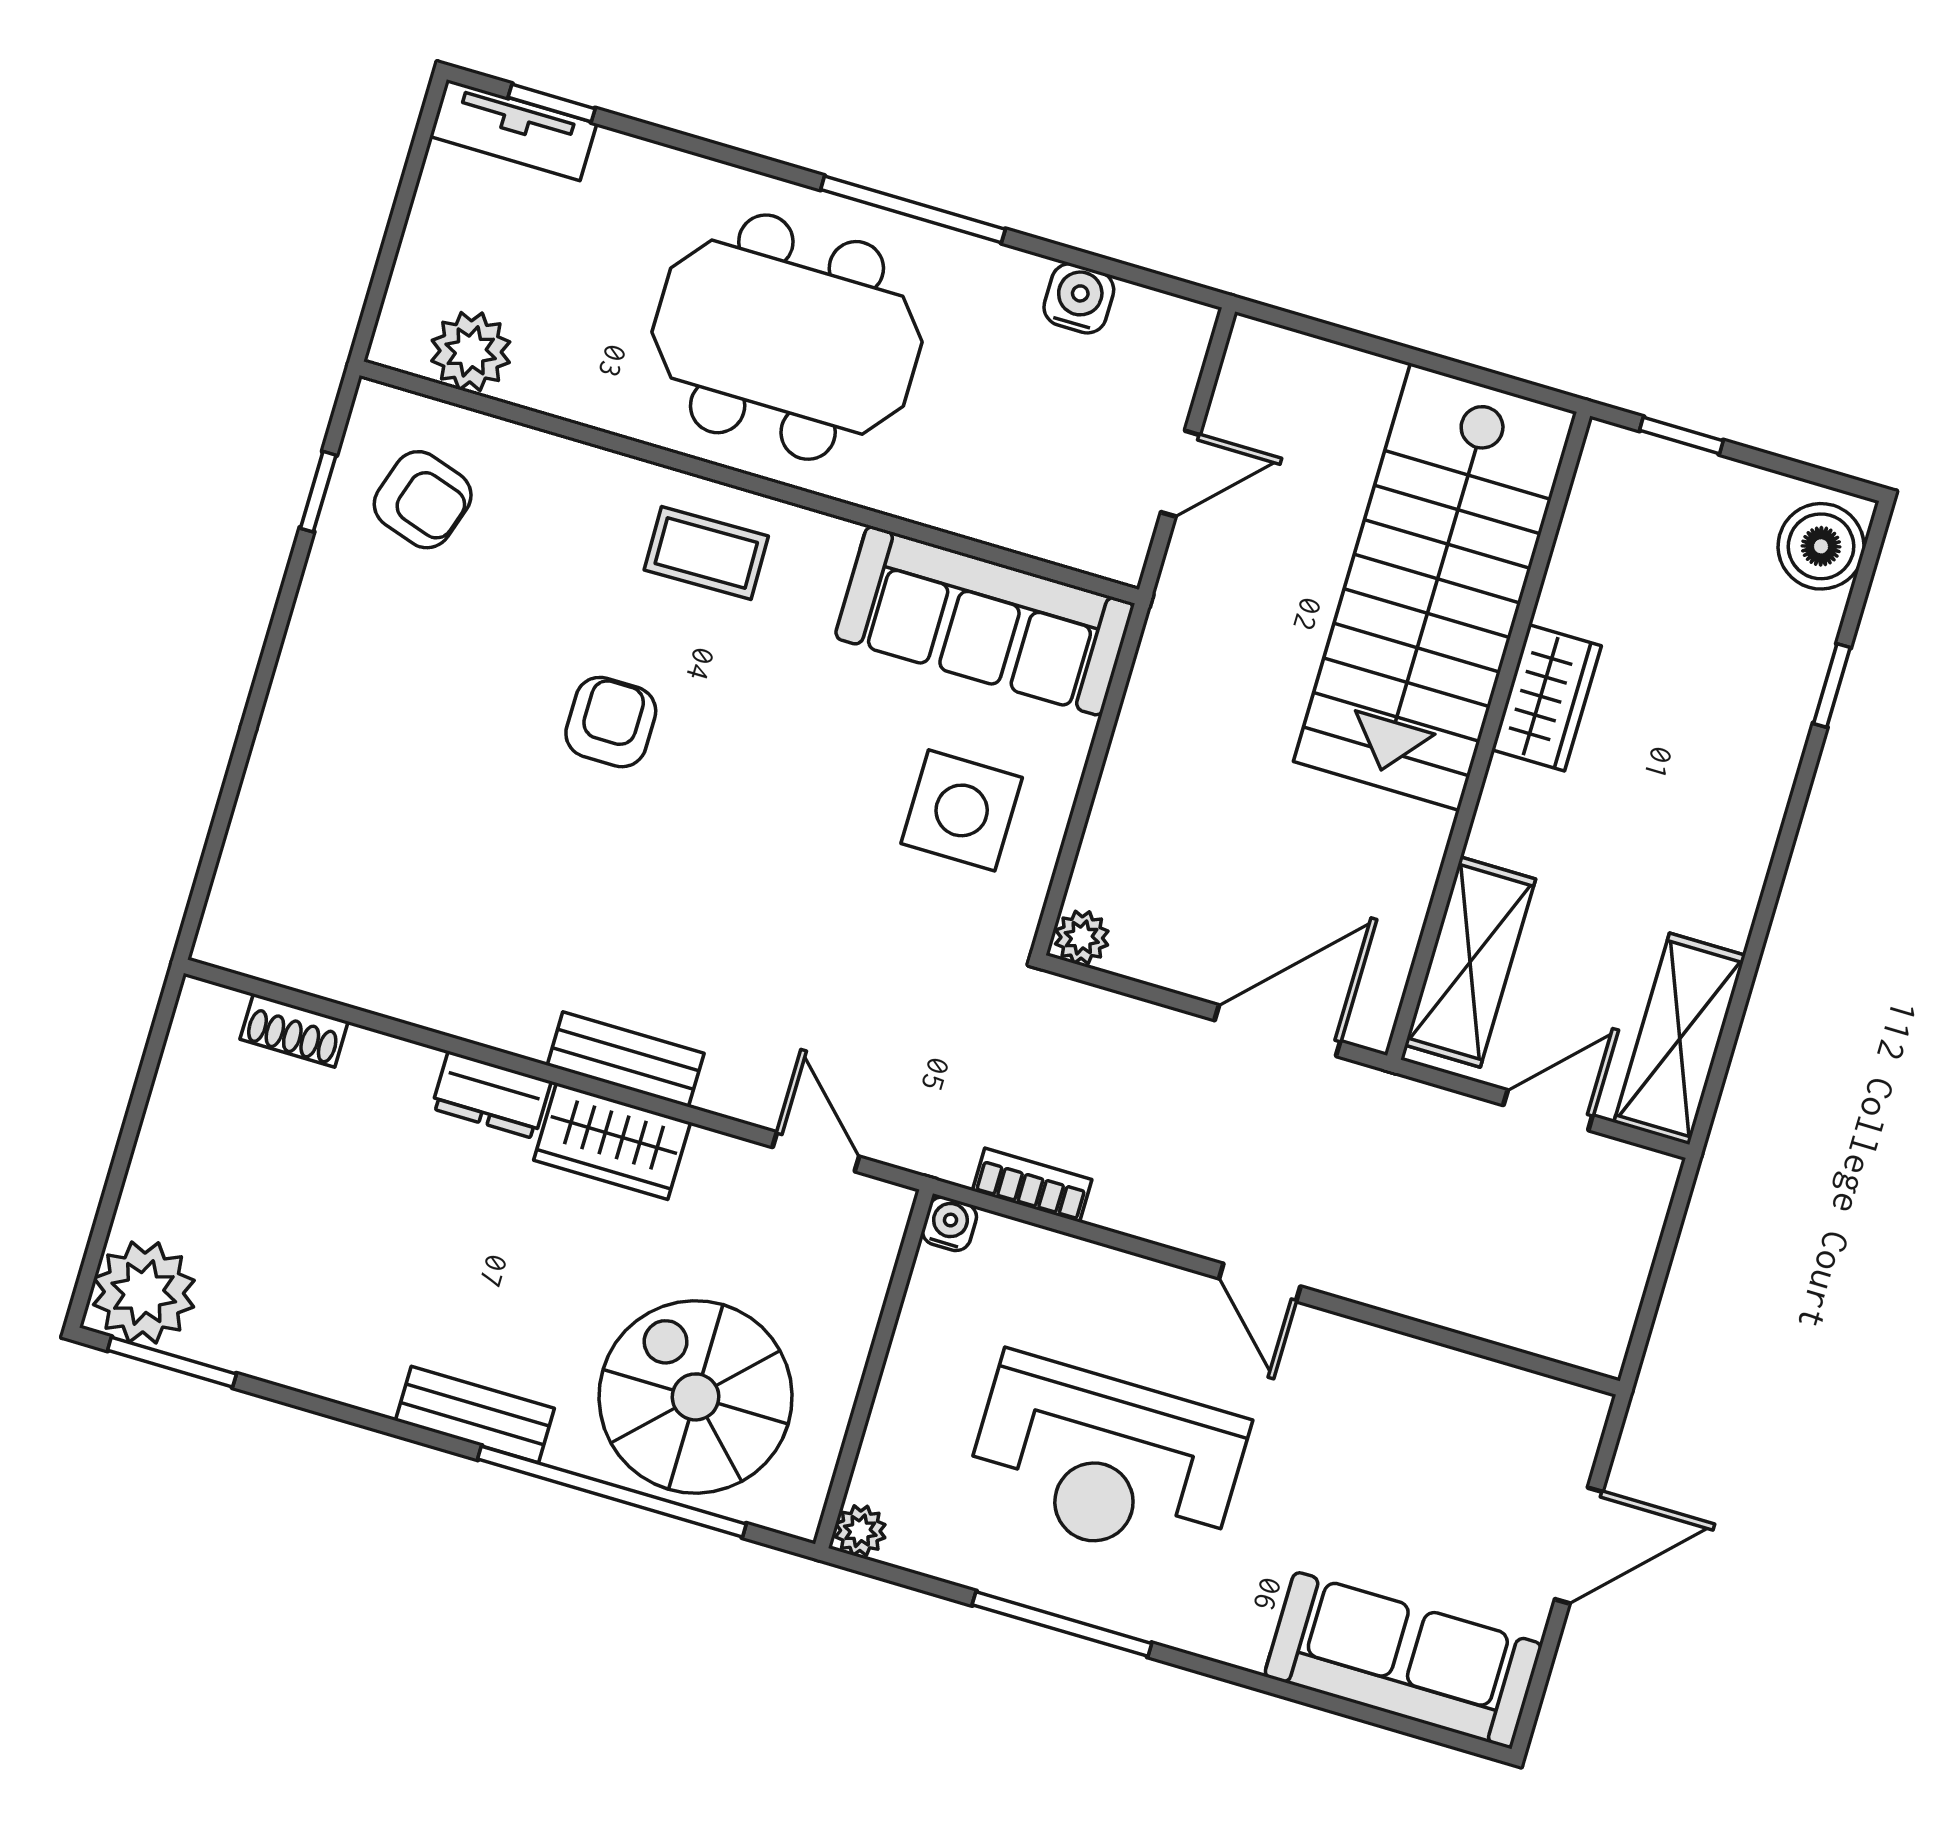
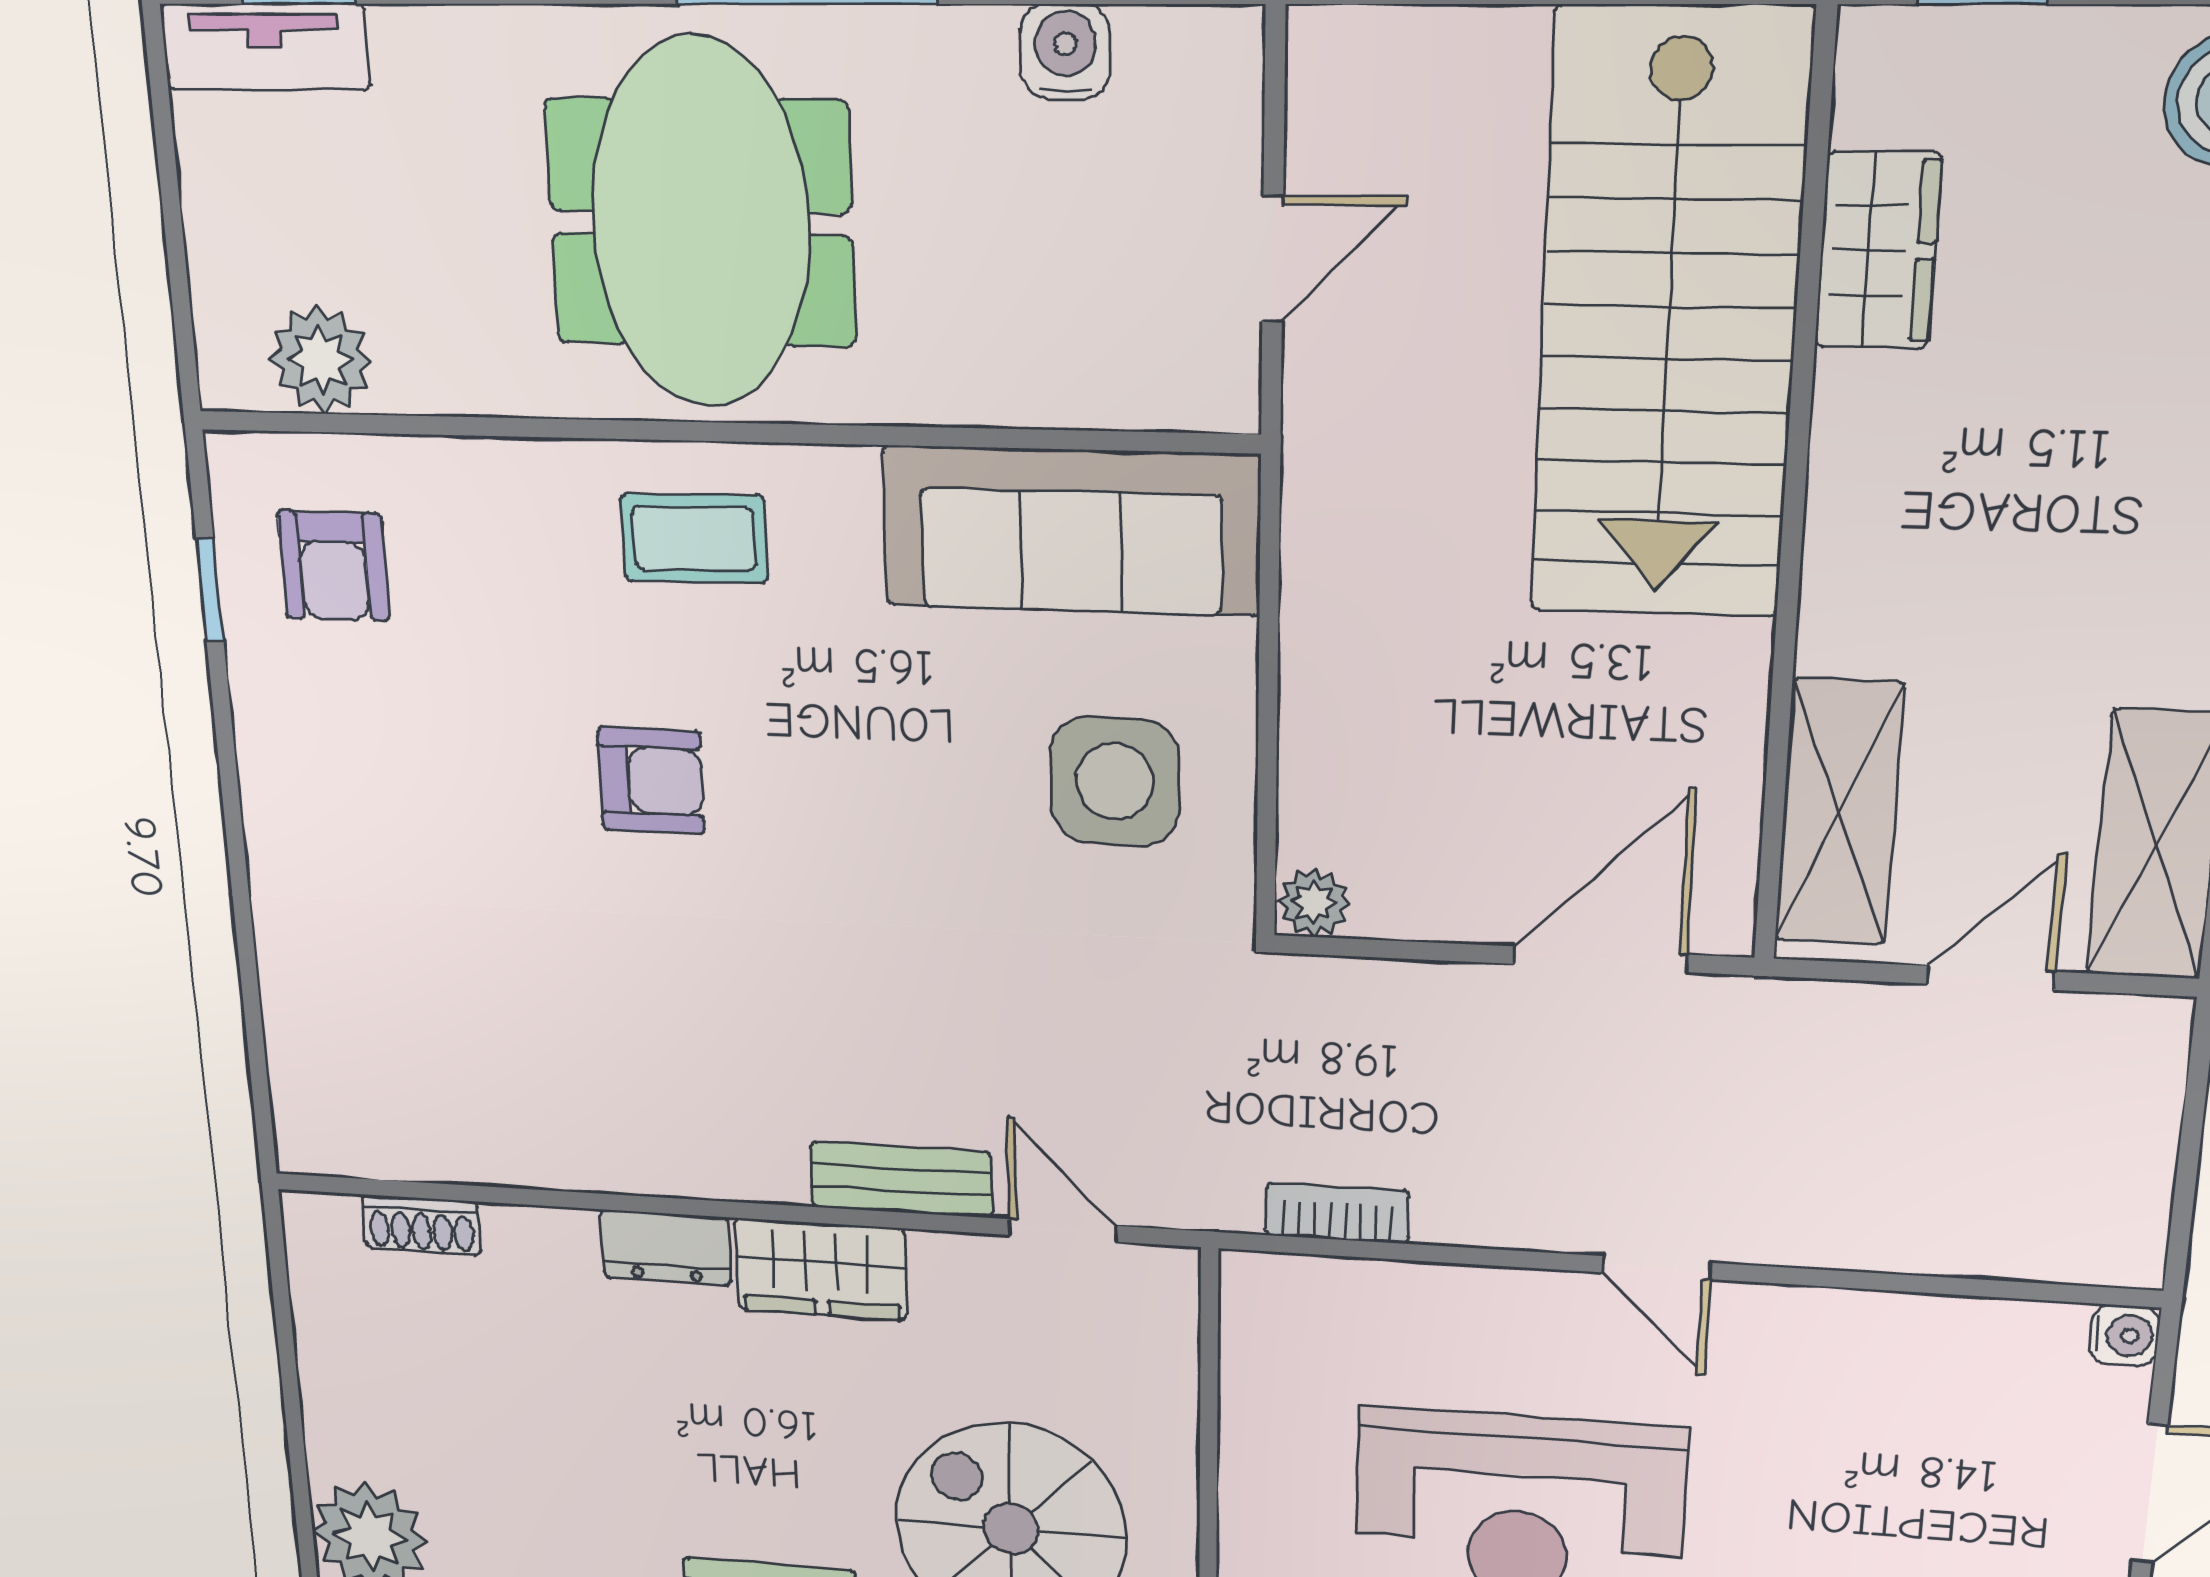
meeting table: (787, 337) -> (700, 223), turned 90
armchair: (423, 500) -> (333, 566), turned 72
wardrobe: (1547, 698) -> (1878, 250), moved
armchair: (611, 722) -> (651, 781), turned 90
bench: (626, 1059) -> (901, 1180), moved
water cooler: (949, 1224) -> (2124, 1335), moved, turned 90

